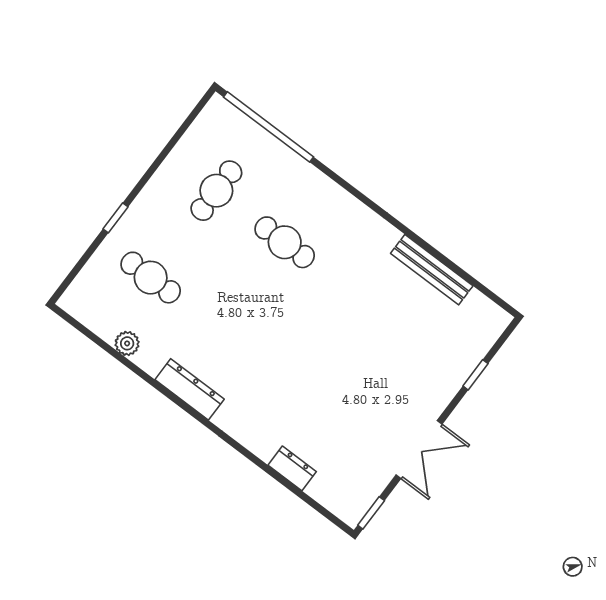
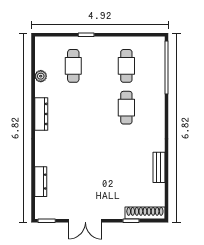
cafe table: (216, 191) -> (126, 66), turned 90
bench: (432, 270) -> (159, 167), width x0.73
shoe rack: (480, 342) -> (145, 213), added
dresser: (292, 468) -> (41, 182), width x1.44

